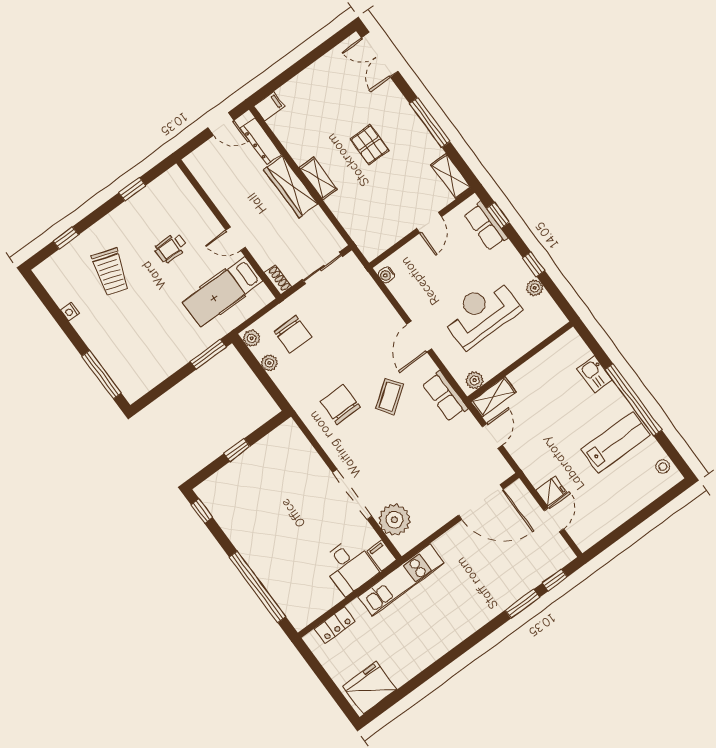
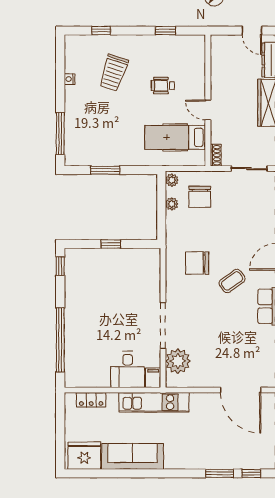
window: (208, 354) -> (105, 170), moved
chair: (340, 404) -> (197, 263), turned -90
sofa: (420, 652) -> (133, 456), added

